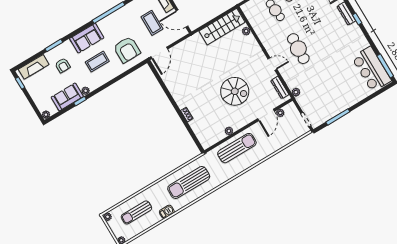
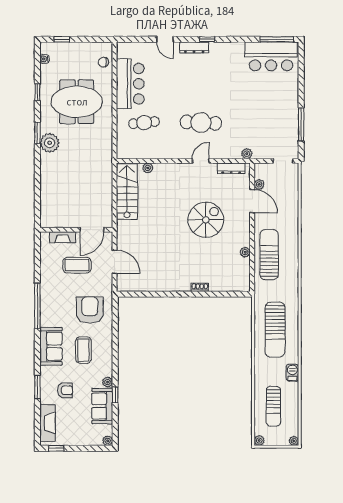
armchair: (127, 50) -> (90, 310), turned -90
door: (159, 53) -> (115, 262), moved

